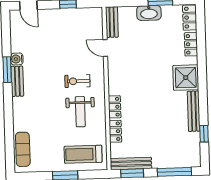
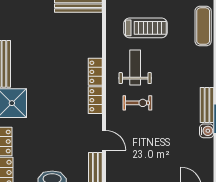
locker: (115, 131) -> (95, 100), moved
treadmill: (83, 154) -> (145, 28), moved

